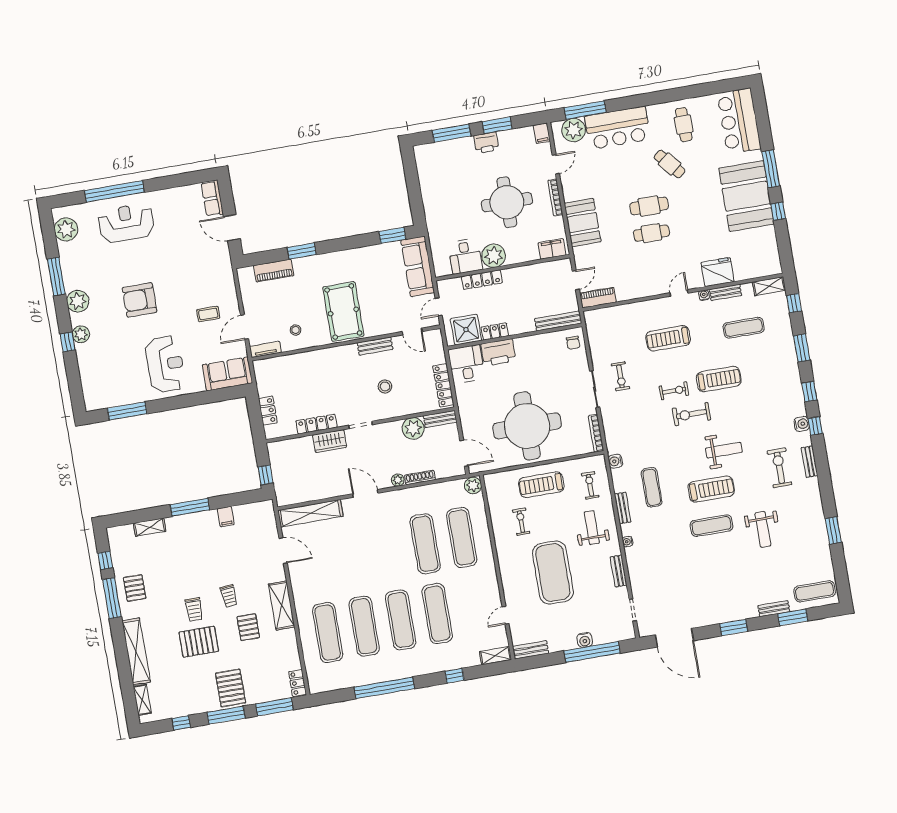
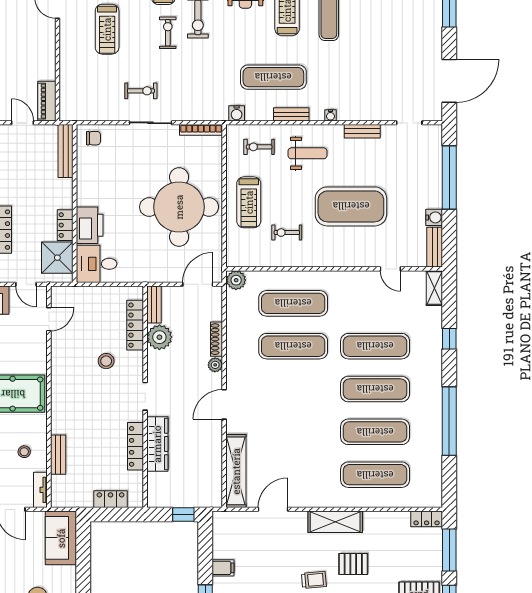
bench: (375, 346) -> (58, 455), moved
locker: (443, 385) -> (135, 325), moved, turned 90
wardrobe: (330, 441) -> (157, 444), width x1.50
exercise mat: (652, 487) -> (273, 77), width x1.36, depth x1.45
weight bench: (592, 528) -> (308, 153), turned 180
water cooler: (585, 640) -> (434, 217), moved

